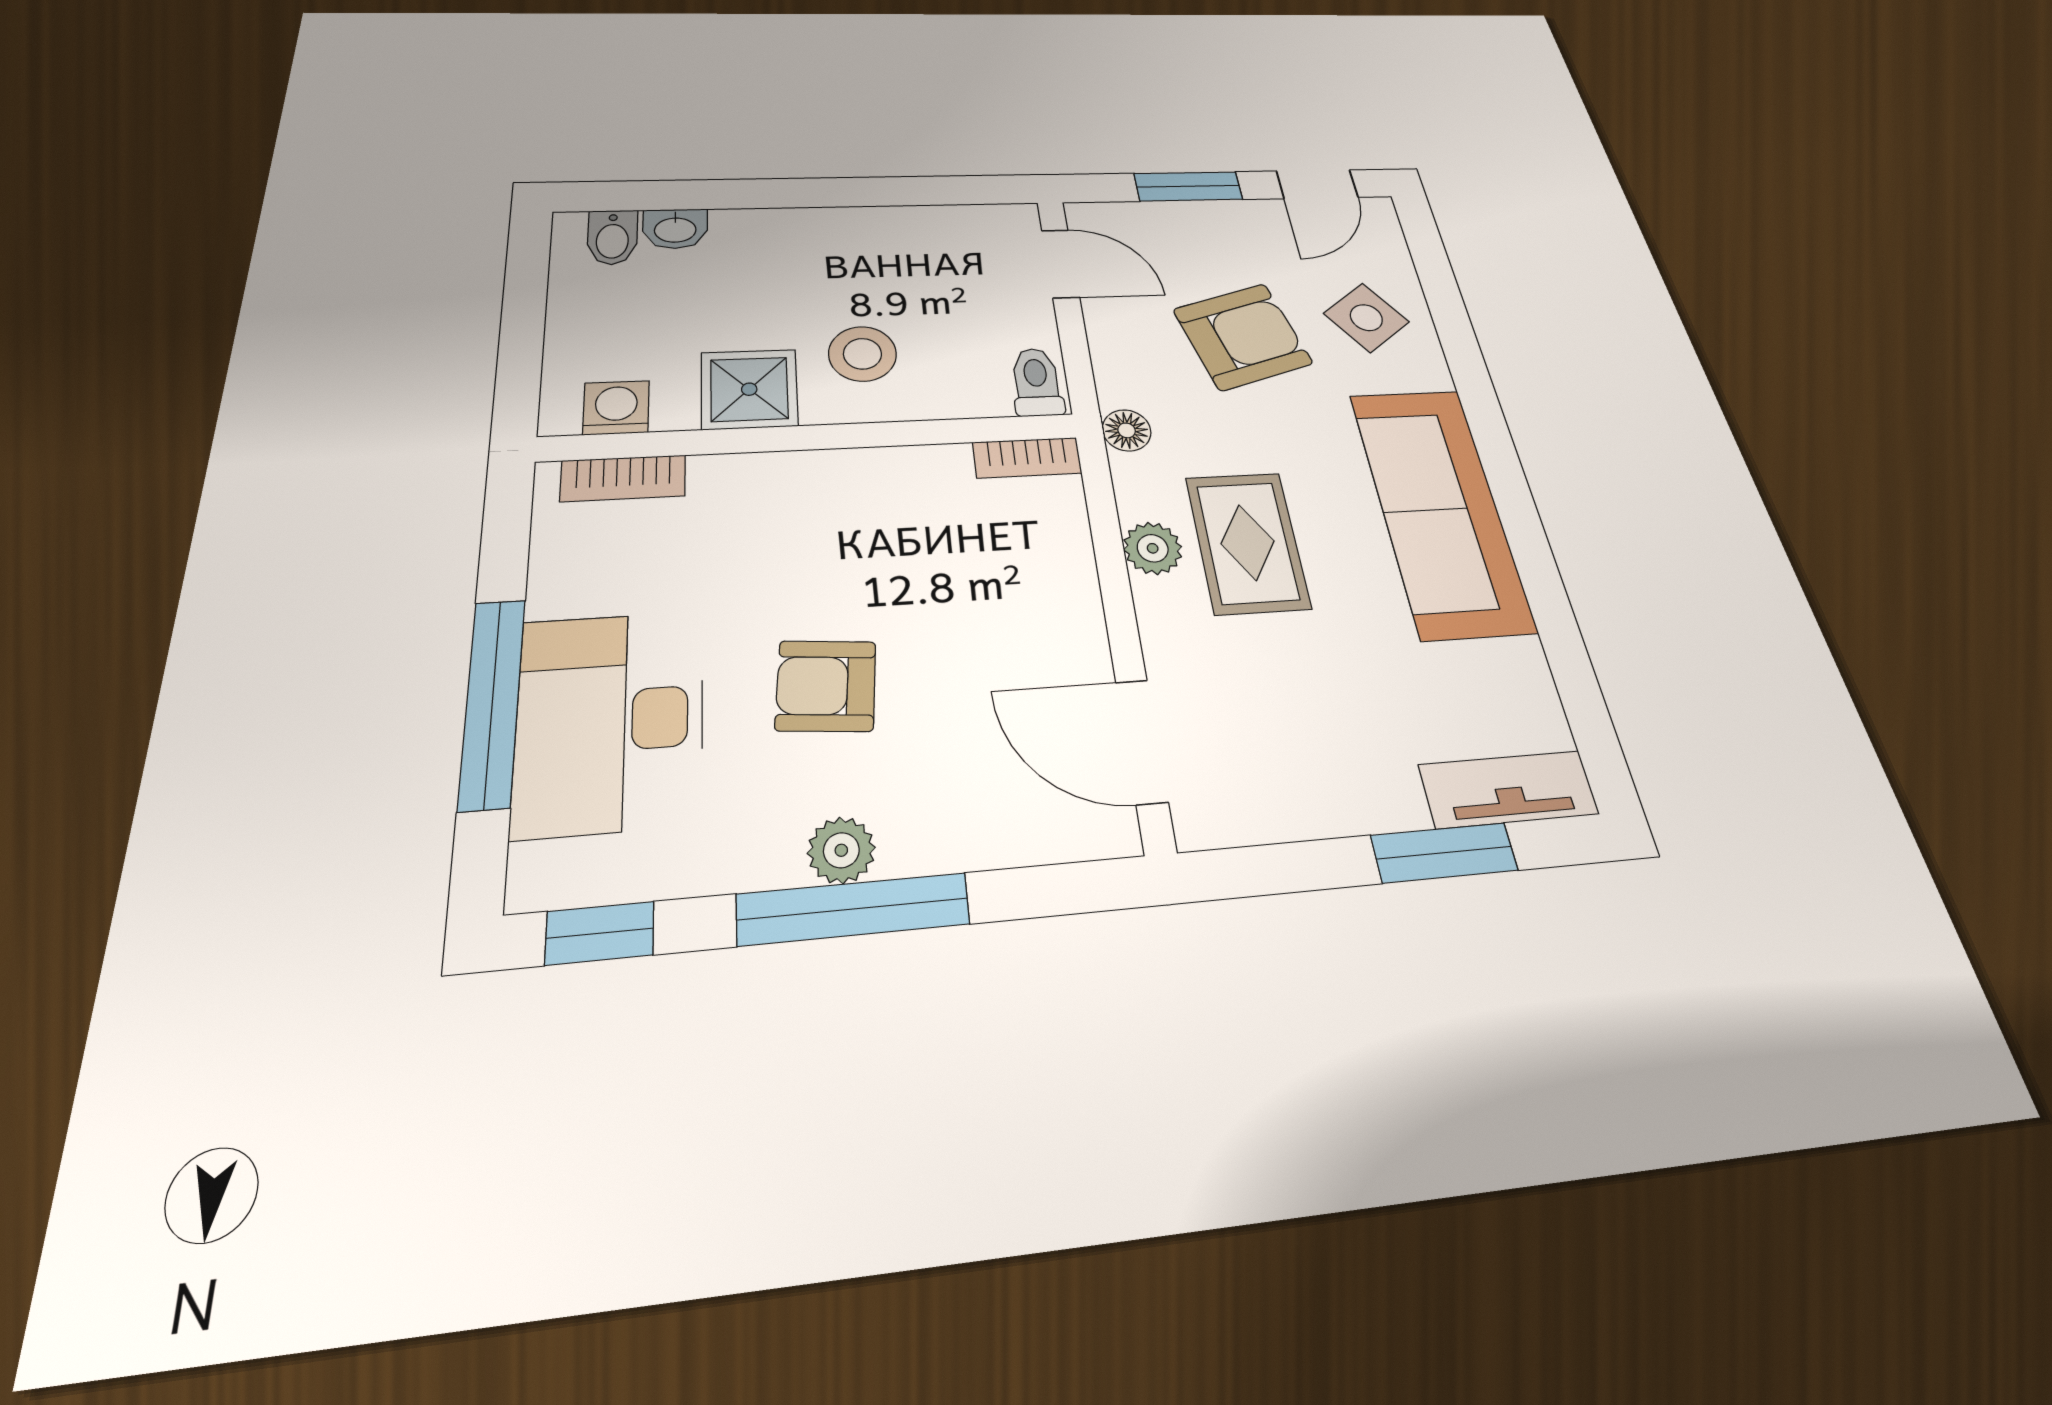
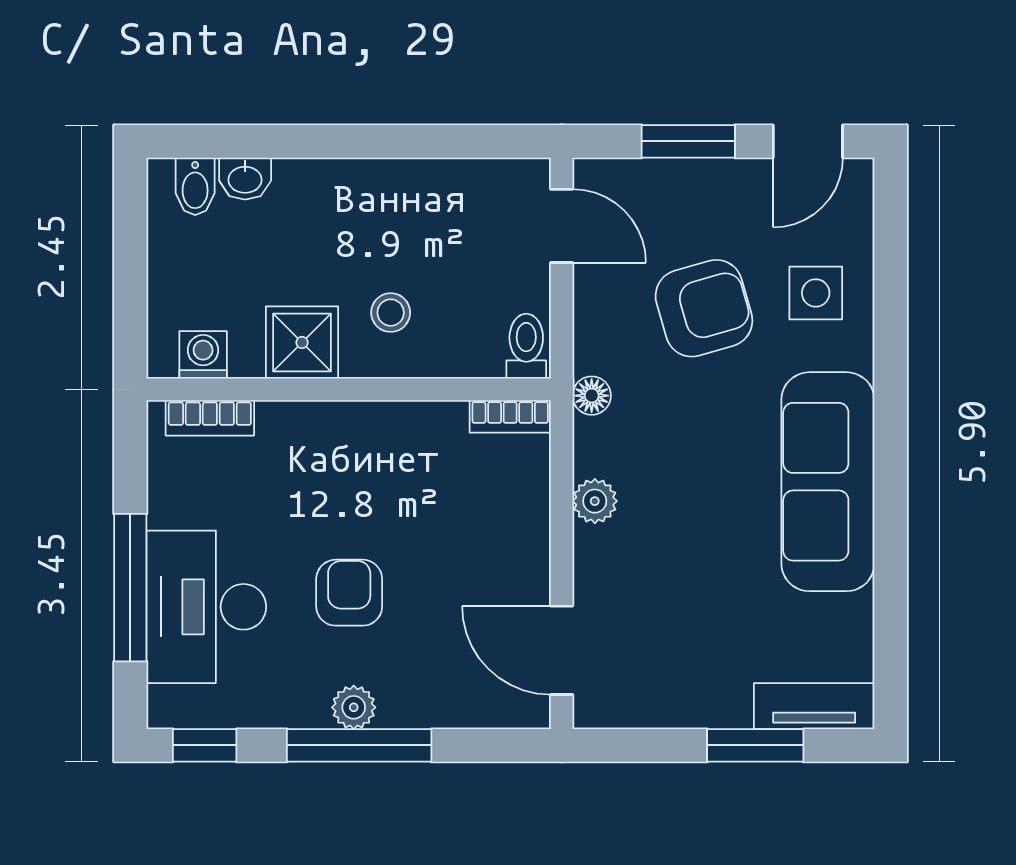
side table: (1366, 318) -> (816, 293), turned 36
stool: (862, 354) -> (391, 313), width x0.73, depth x0.73
rug: (1248, 542) -> (668, 501), removed
armchair: (826, 686) -> (349, 593), turned 85

